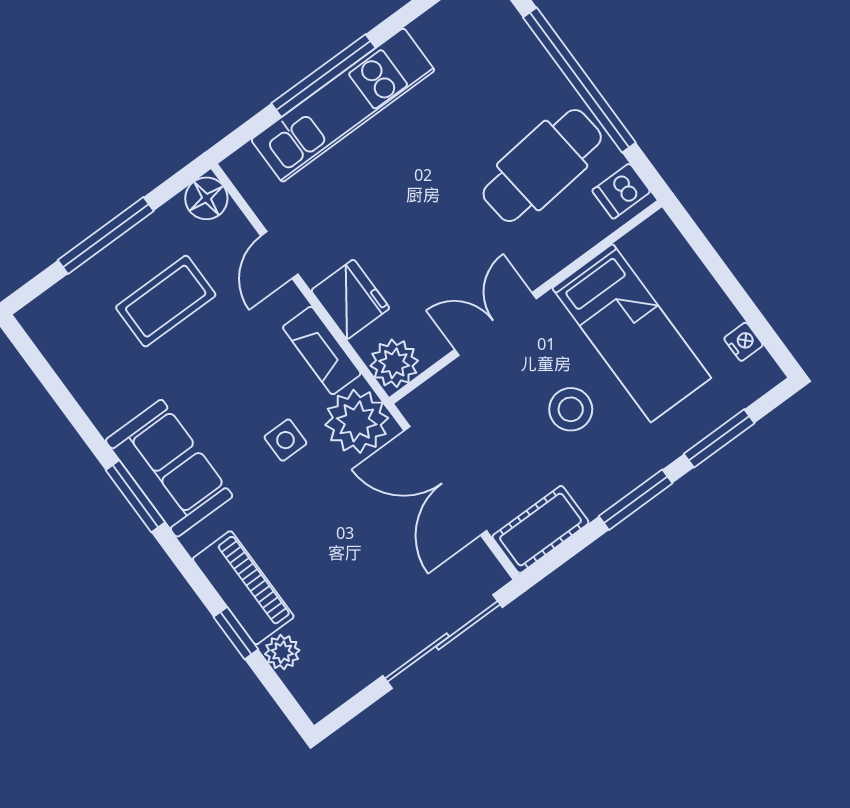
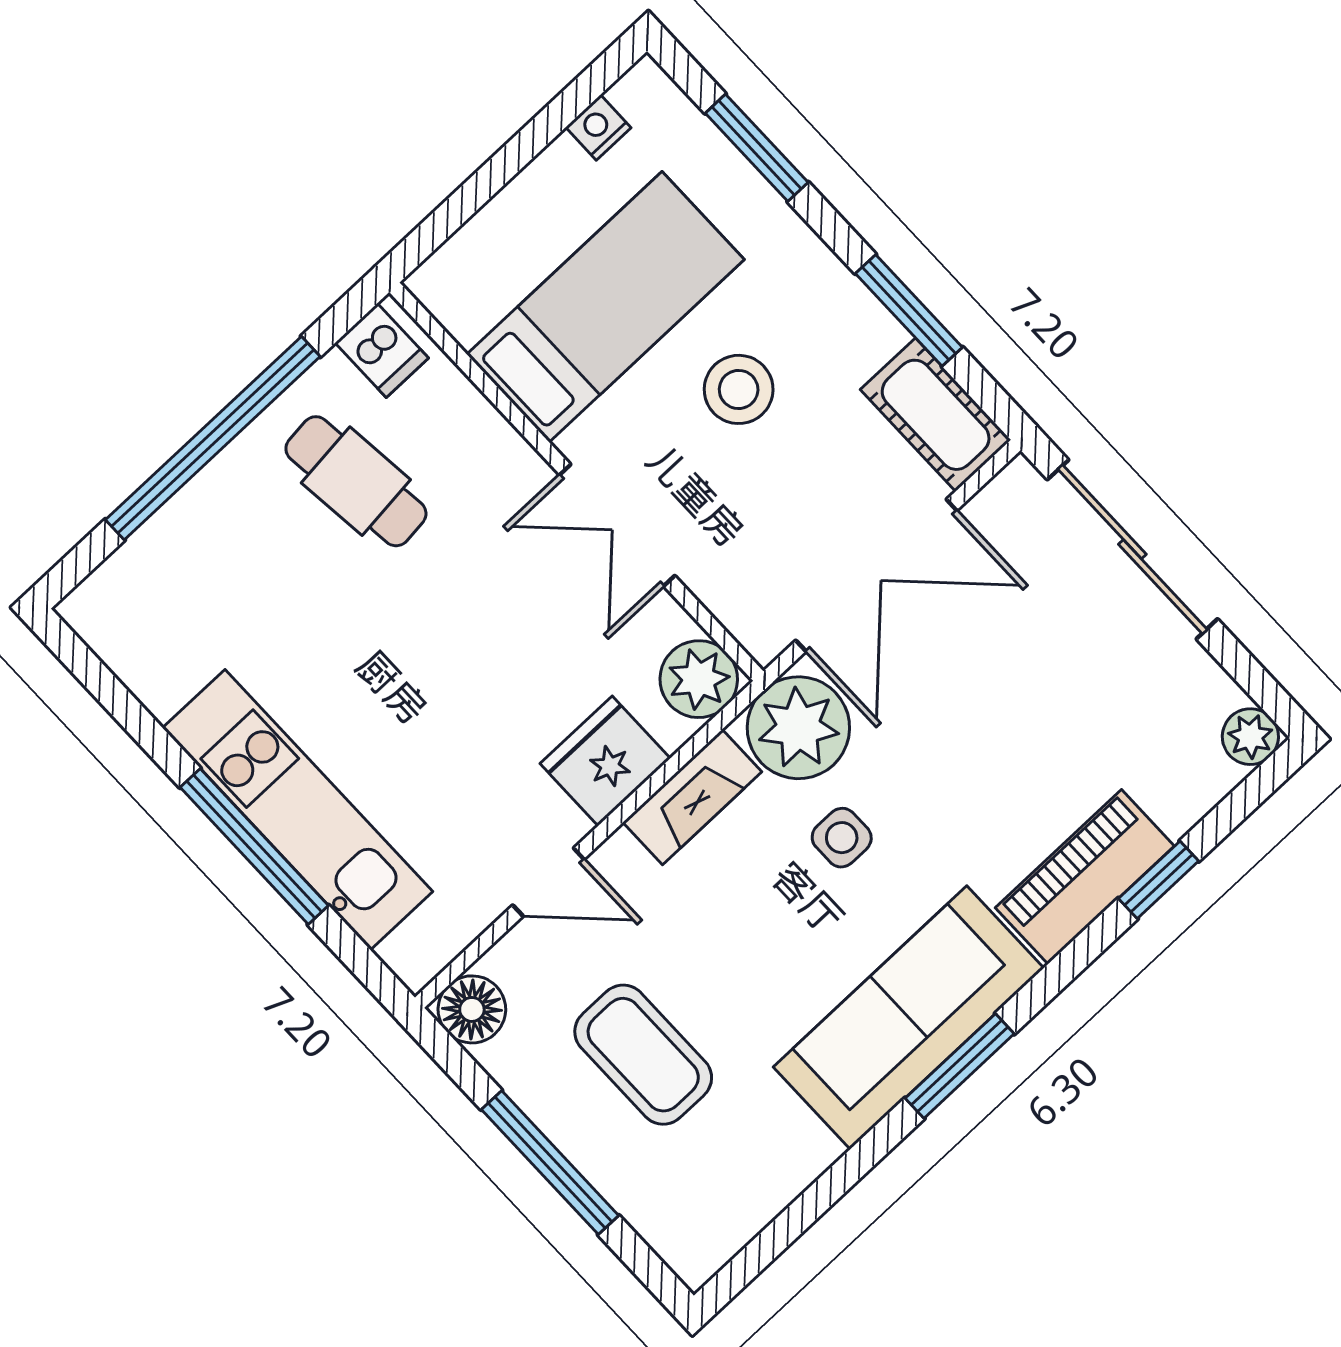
cafe table: (542, 166) -> (356, 481), width x0.73, depth x0.74
sofa: (169, 468) -> (909, 1018), width x1.36
window: (636, 500) -> (909, 310), moved
plant: (282, 652) -> (1250, 737), moved

